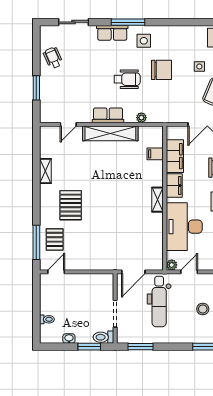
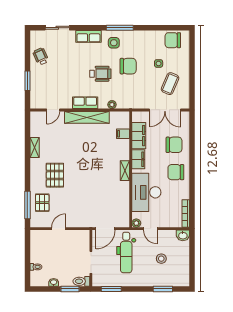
window: (128, 22) -> (120, 28), moved
door: (56, 272) -> (59, 229), moved
door: (189, 272) -> (150, 229), swing flipped

